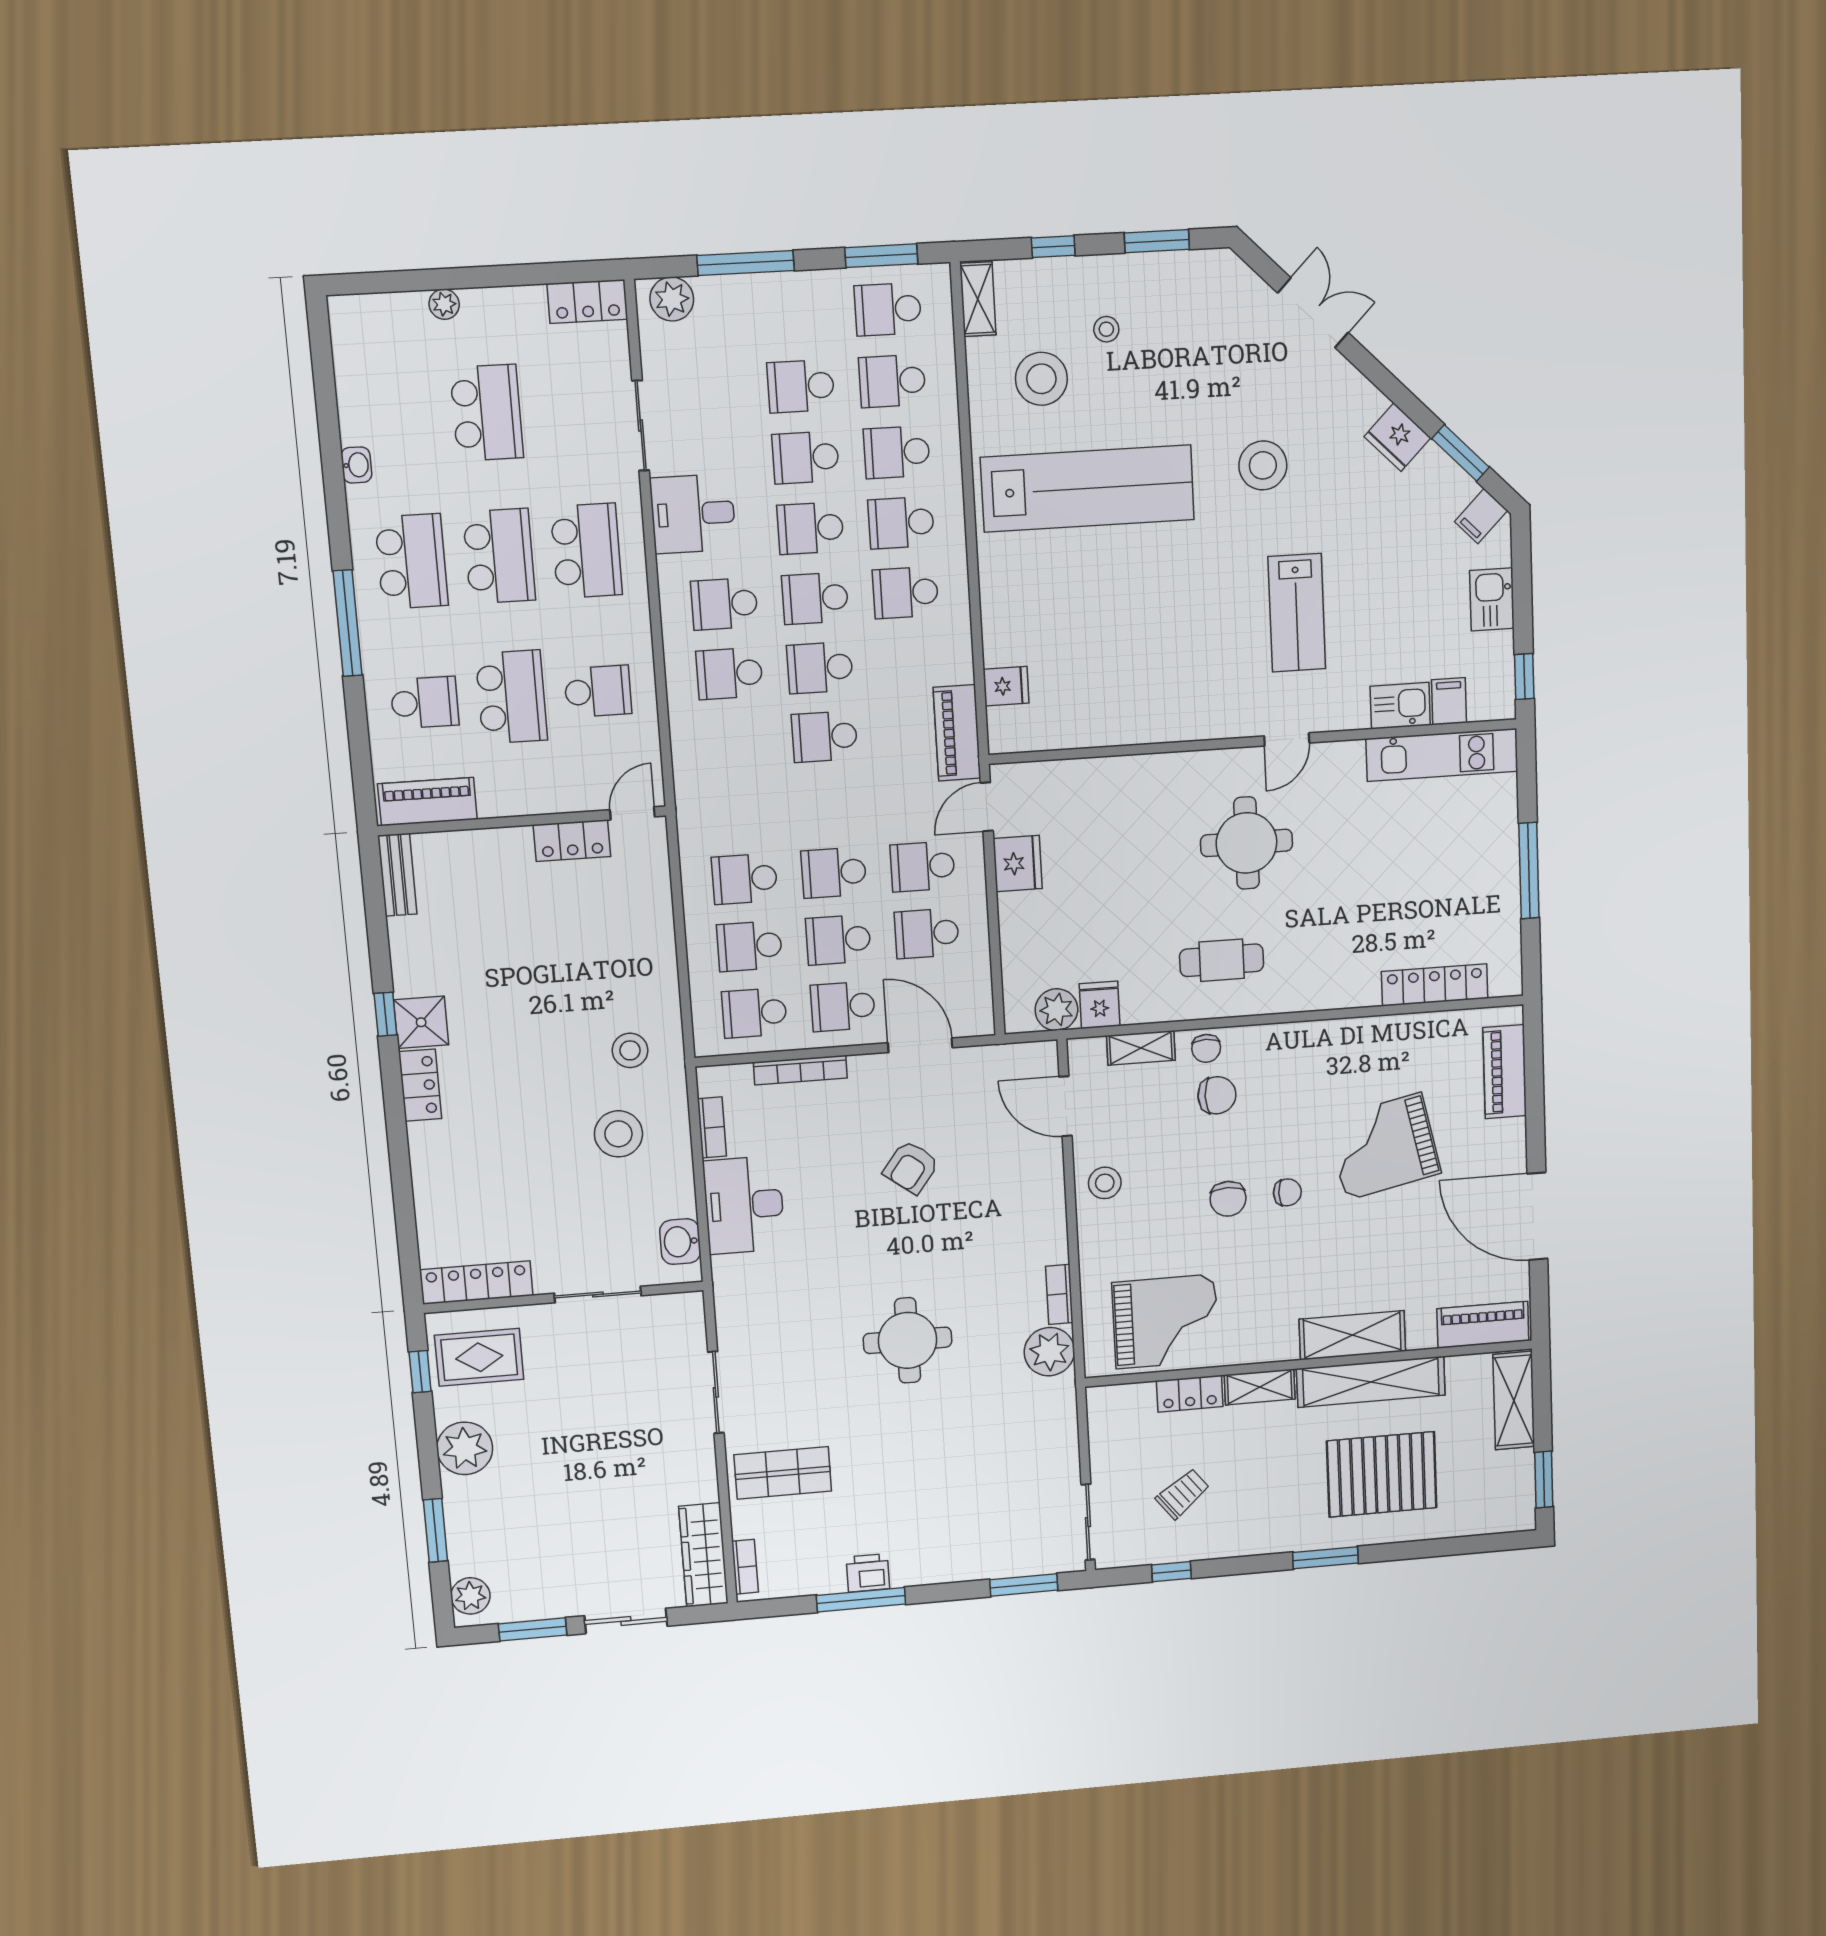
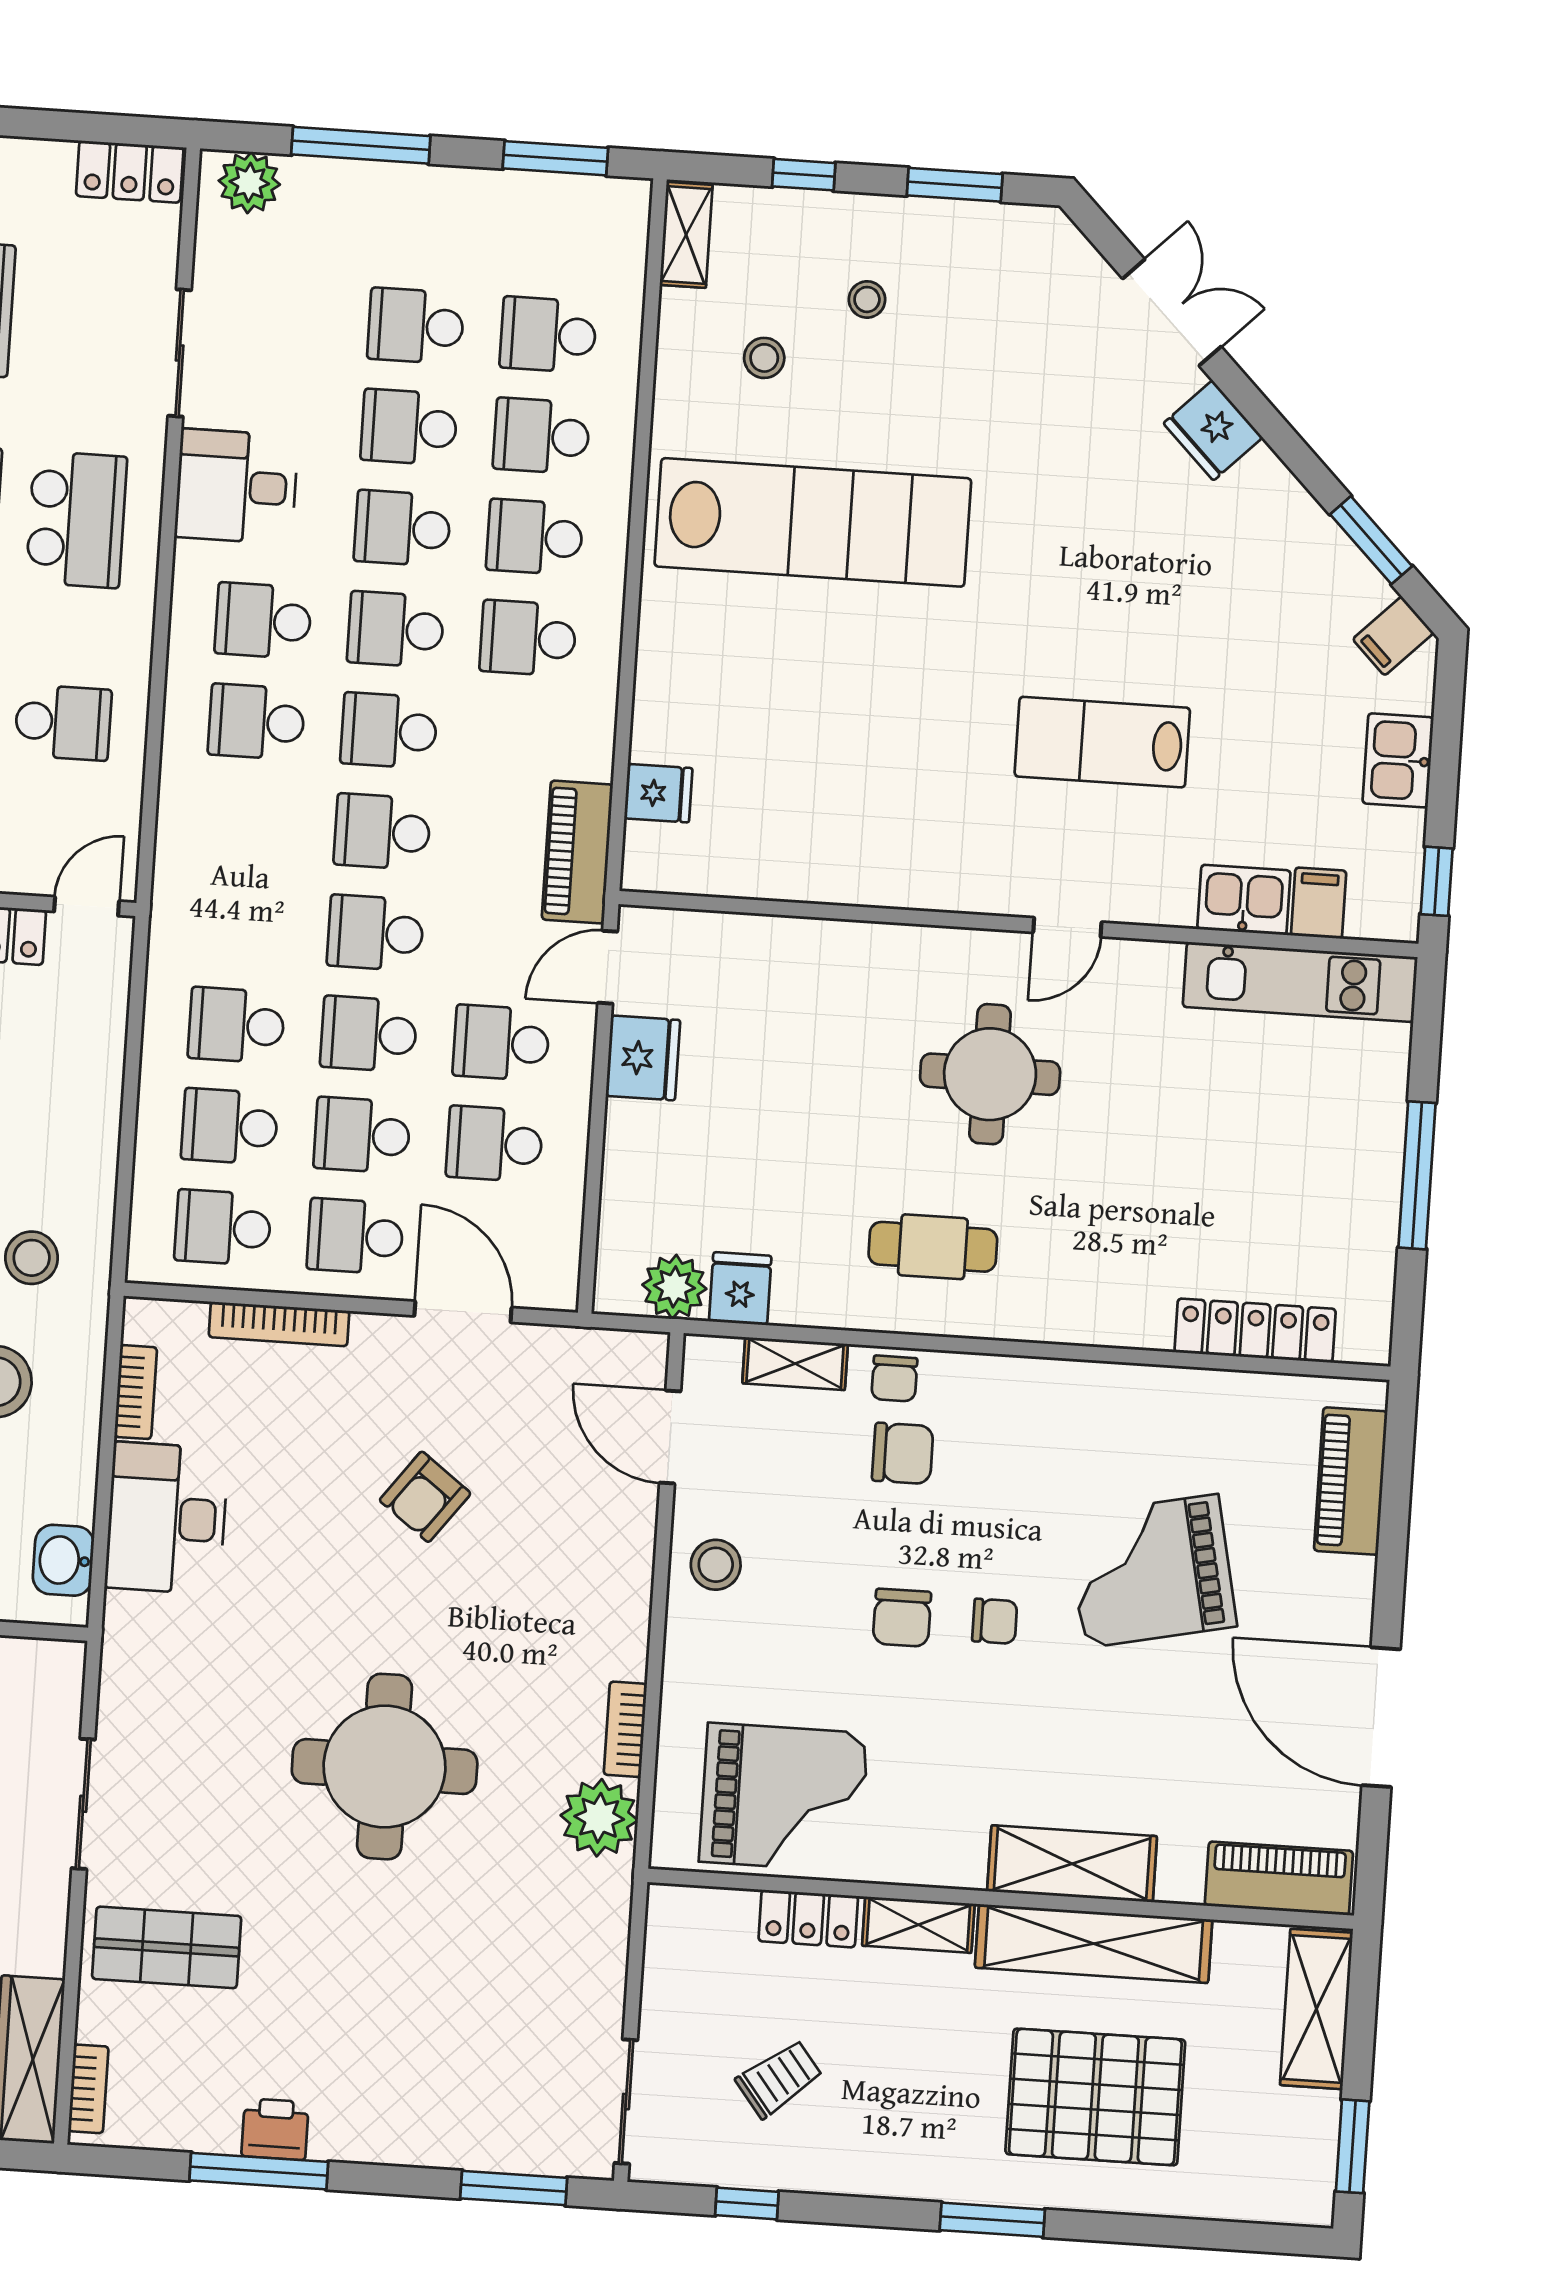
school desk: (888, 309) -> (375, 933), moved
stool: (1041, 379) -> (764, 358), width x0.53, depth x0.53
fridge: (1397, 437) -> (1213, 430), moved
stool: (1263, 465) -> (1075, 522), removed
lab bench: (1297, 613) -> (1102, 742), turned 90
round table: (908, 1340) -> (385, 1767), width x1.36, depth x1.36

